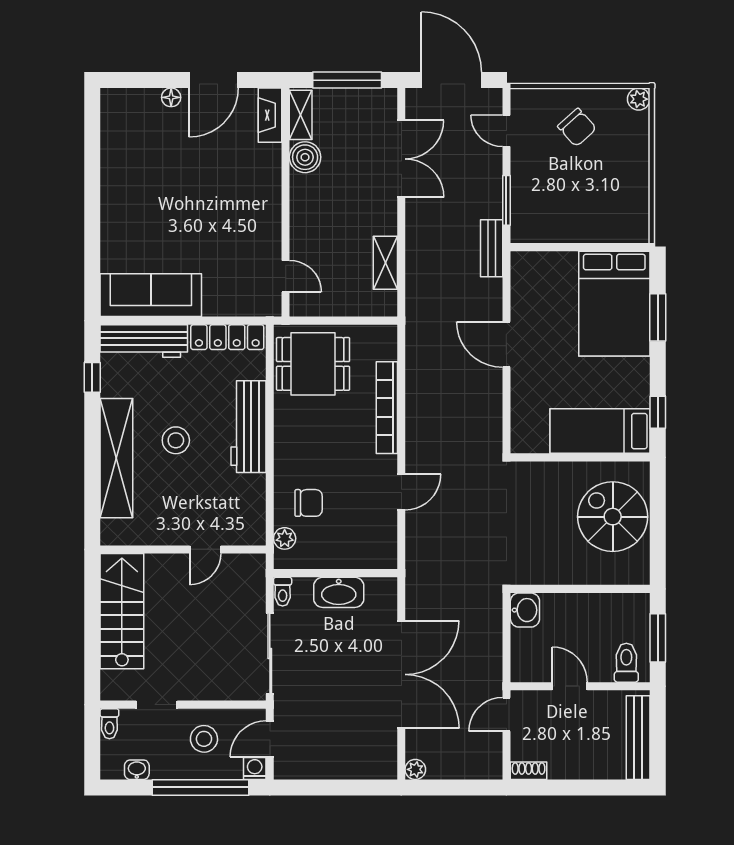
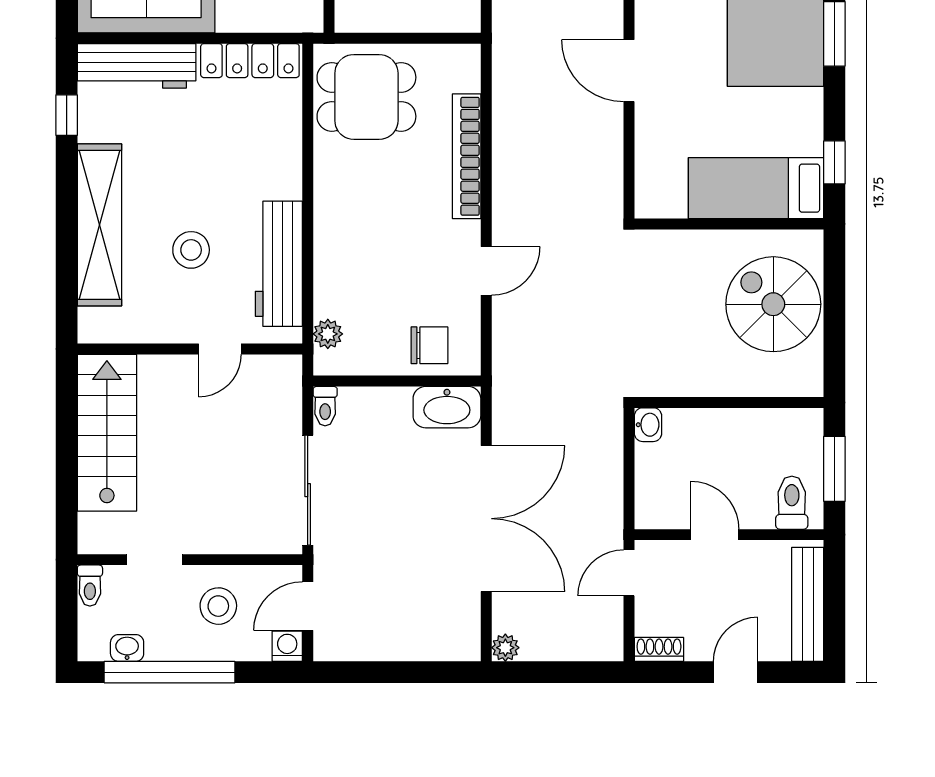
workbench: (249, 427) -> (279, 264), moved
stool: (176, 440) -> (191, 250), moved
chair: (309, 503) -> (429, 345), moved
washbasin: (339, 592) -> (447, 407), moved
washbasin: (525, 610) -> (648, 425), width x0.72, depth x0.69
window: (201, 787) -> (170, 672), moved
door: (585, 787) -> (736, 672), added

